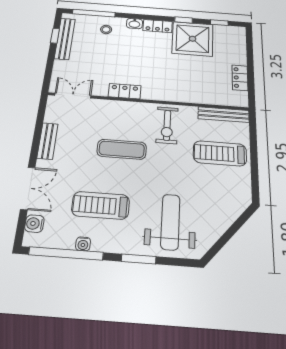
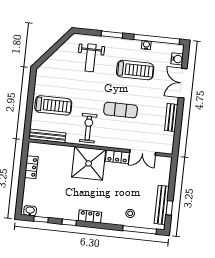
washbasin: (134, 24) -> (30, 211), moved
shower: (193, 39) -> (89, 163), moved
double door: (73, 96) -> (143, 152), moved
weight bench: (170, 222) -> (91, 58), width x0.73, depth x0.75

